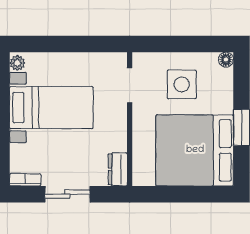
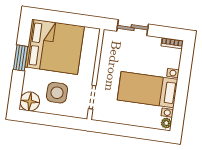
floor lamp: (226, 60) -> (30, 101), width x1.89, depth x1.89
dresser: (118, 169) -> (108, 41), removed
sliding door: (67, 194) -> (133, 28), moved

